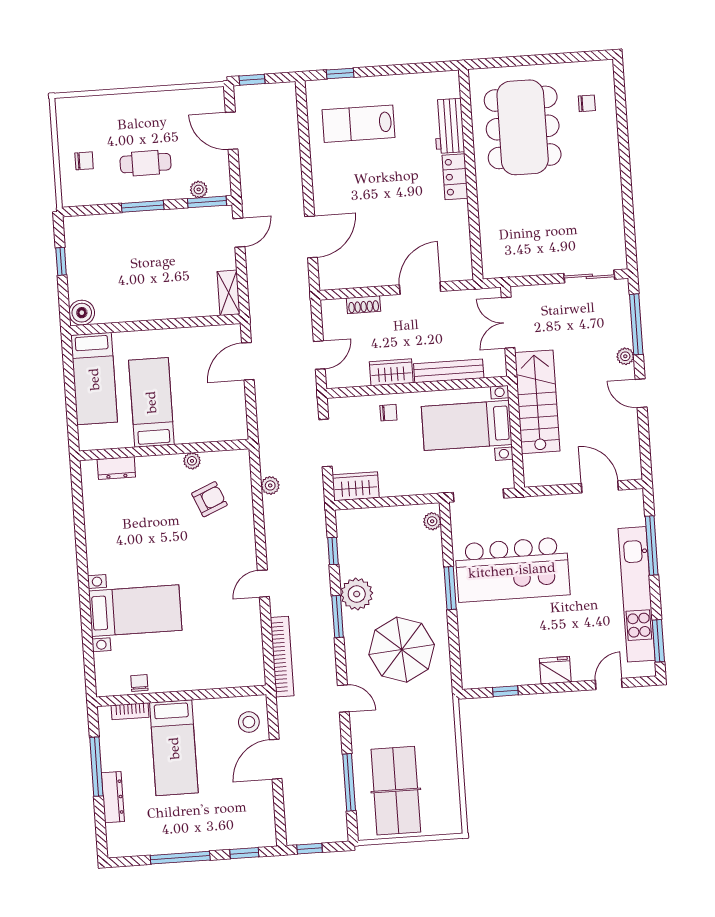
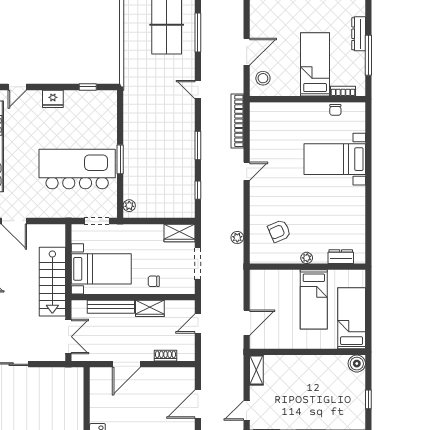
plant: (192, 461) -> (307, 258), moved
doorway: (479, 495) -> (97, 221), width x0.73
plant: (357, 594) -> (184, 160), removed
parasol: (402, 650) -> (156, 120), removed

